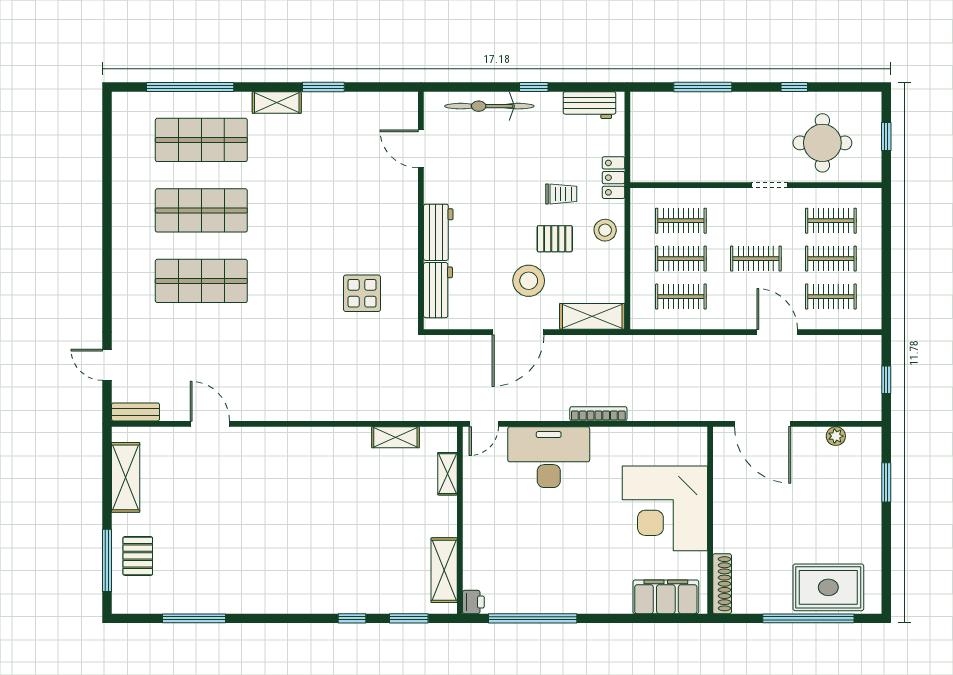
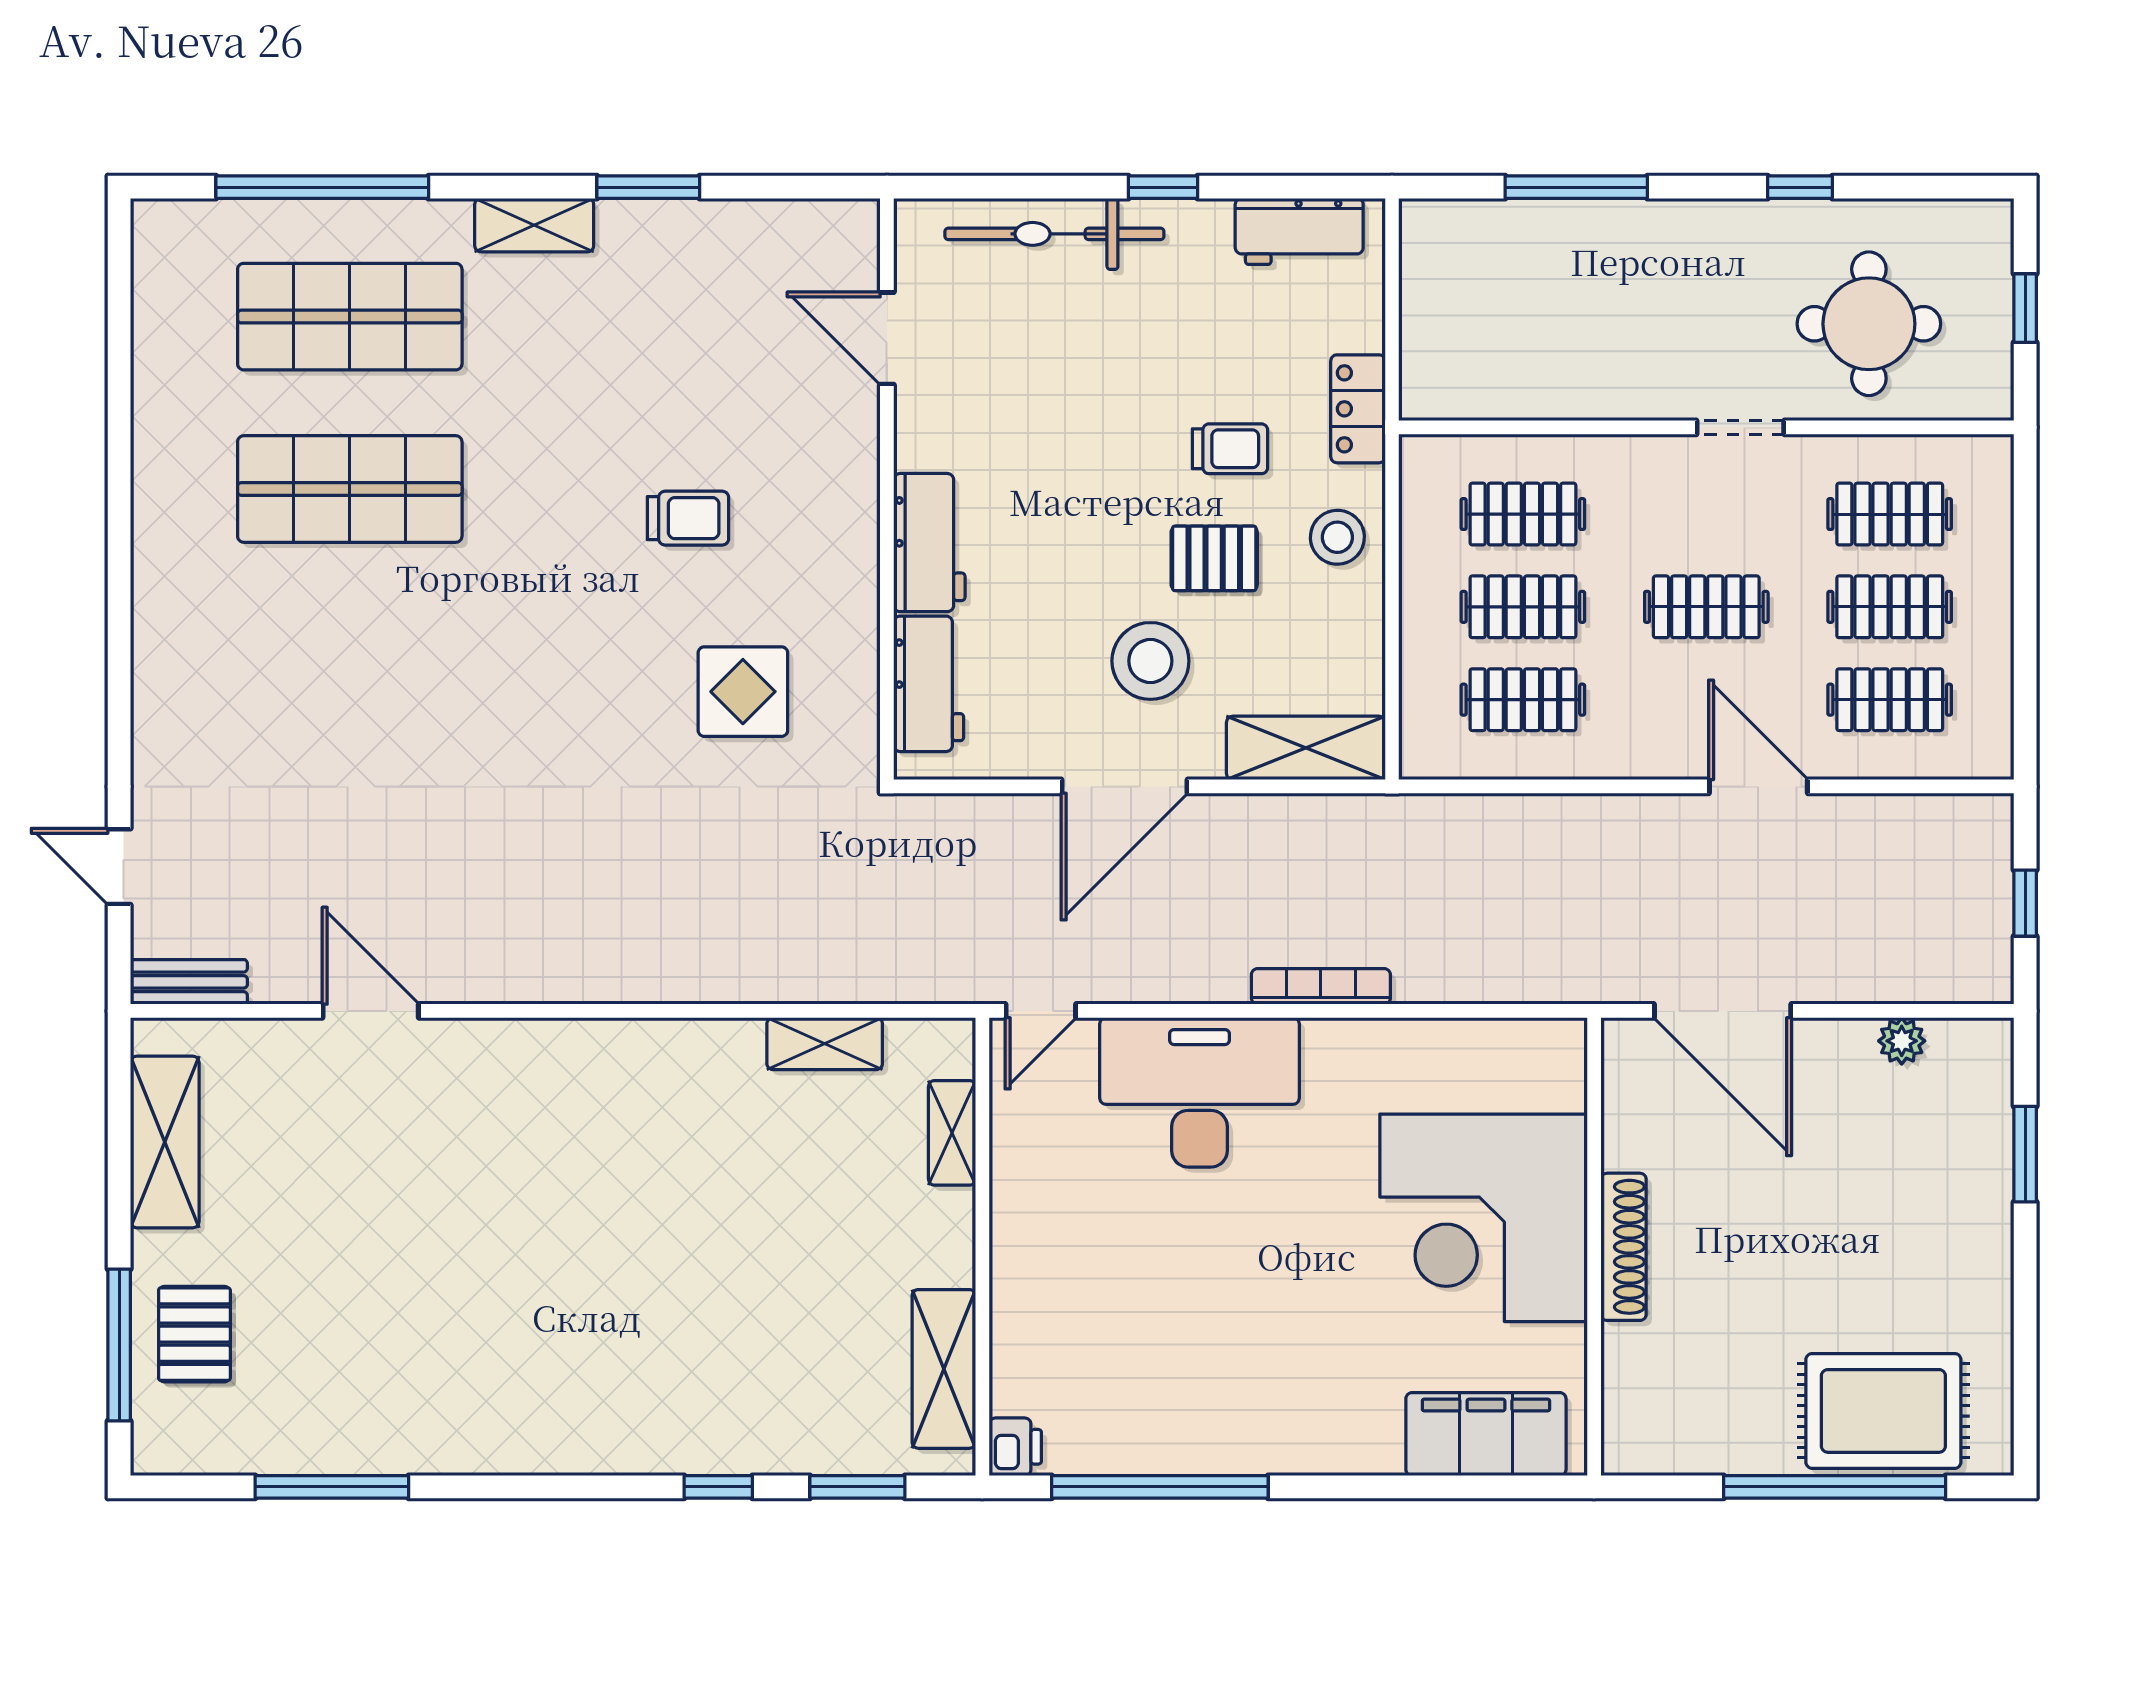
trolley: (340, 222) -> (688, 518), added
shop shelf: (201, 281) -> (350, 661), removed
shoe rack: (722, 584) -> (1623, 1247), moved

